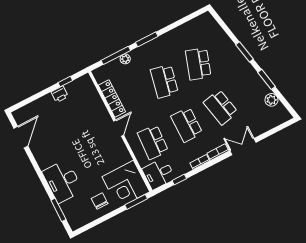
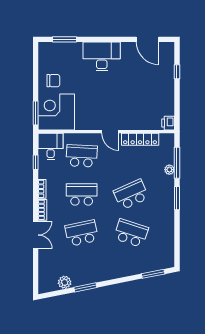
window: (244, 52) -> (153, 274), moved
school desk: (164, 81) -> (131, 194), turned -36
window: (65, 82) -> (177, 72), moved
printer: (60, 94) -> (168, 123), moved
desk: (63, 181) -> (102, 56), moved

